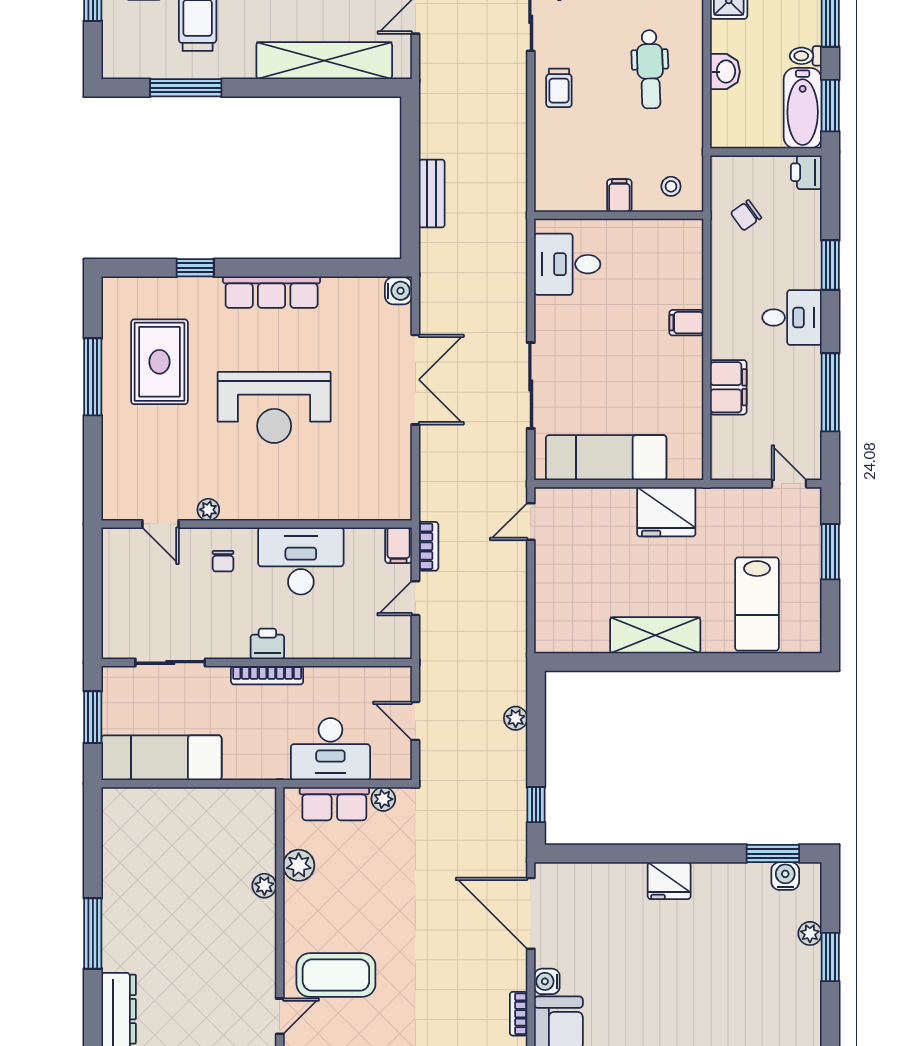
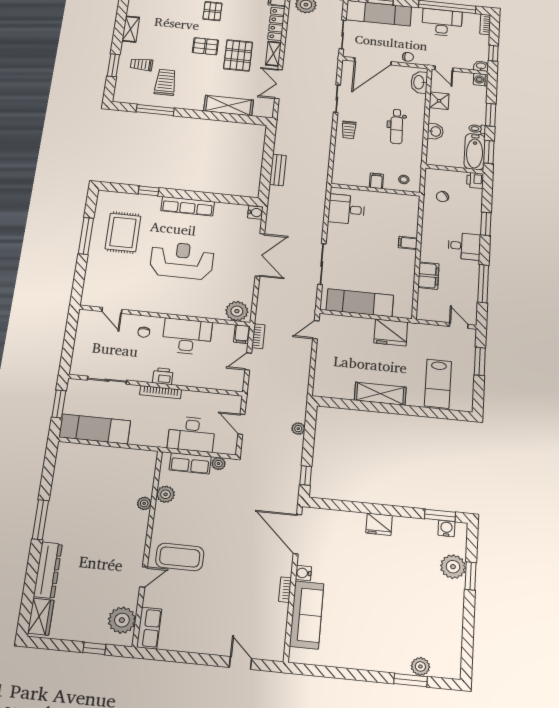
shelving: (324, 61) -> (229, 106), width x0.68
reception desk: (274, 407) -> (182, 260), turned 180
plant: (208, 510) -> (237, 311), moved, width x1.88, depth x1.88
plant: (810, 933) -> (453, 567), width x1.87, depth x1.87

